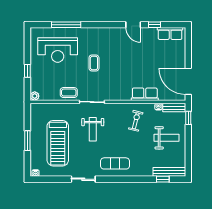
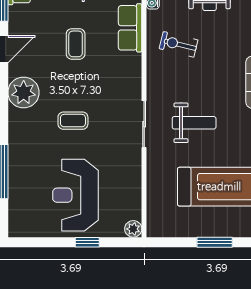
plant: (109, 36) -> (24, 92), added
reception desk: (58, 50) -> (75, 195), moved, turned 180
coffee table: (69, 93) -> (76, 44), moved

